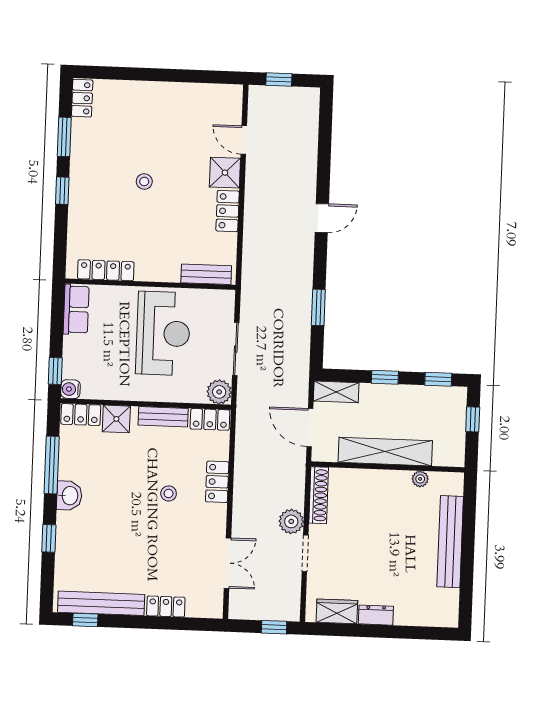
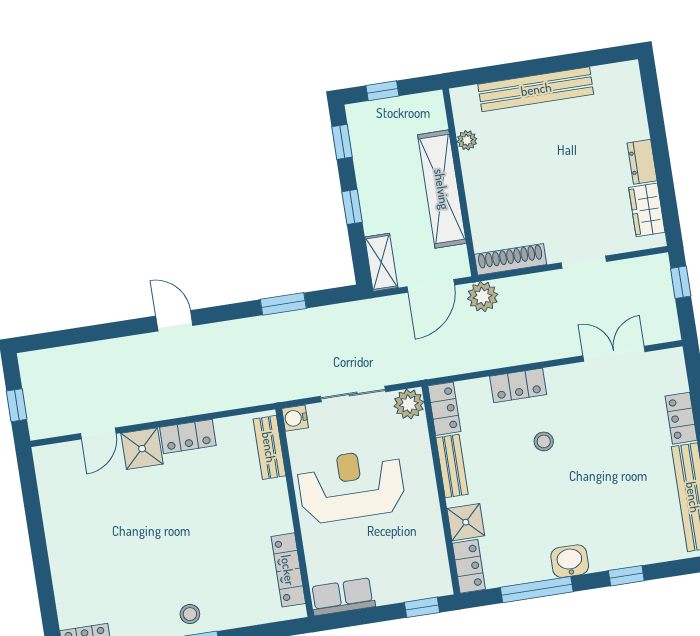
stool: (144, 181) -> (190, 614), moved
water cooler: (70, 389) -> (295, 418), moved, turned 90
plant: (291, 521) -> (483, 297), moved

